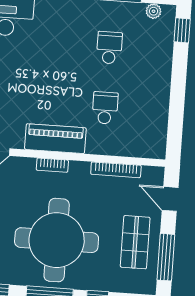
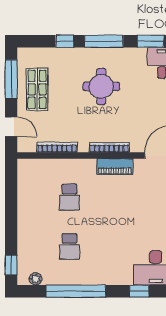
piano: (55, 139) -> (115, 167), width x0.73, depth x0.75
bookcase: (52, 165) -> (109, 147), width x1.56
round table: (57, 240) -> (101, 86), width x0.54, depth x0.54

